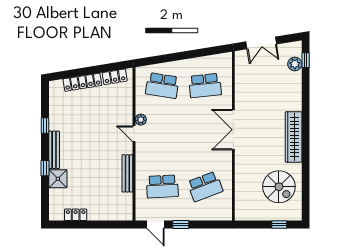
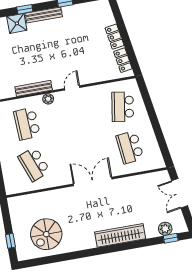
locker: (82, 82) -> (115, 37), width x0.66
plant: (141, 120) -> (48, 99), moved
wardrobe: (294, 137) -> (120, 235), moved

